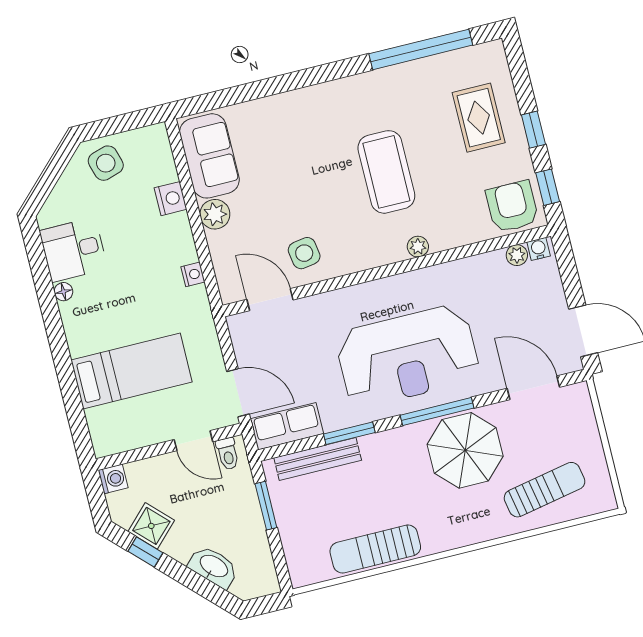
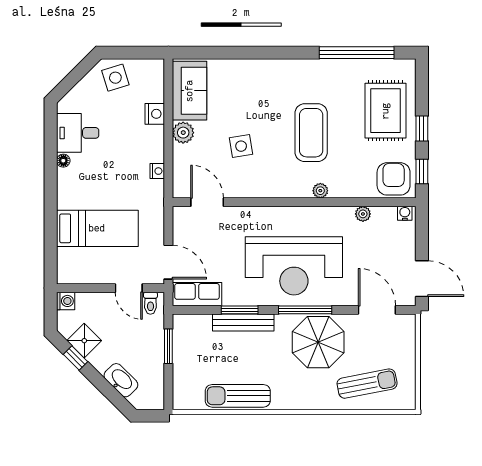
rug: (479, 118) -> (385, 111), width x1.36, depth x1.43
side table: (304, 253) -> (241, 146), moved
plant: (517, 255) -> (363, 214), moved
bench: (318, 459) -> (243, 323), moved

